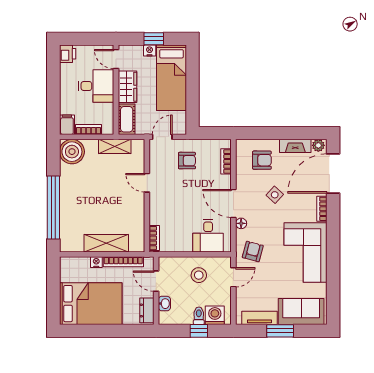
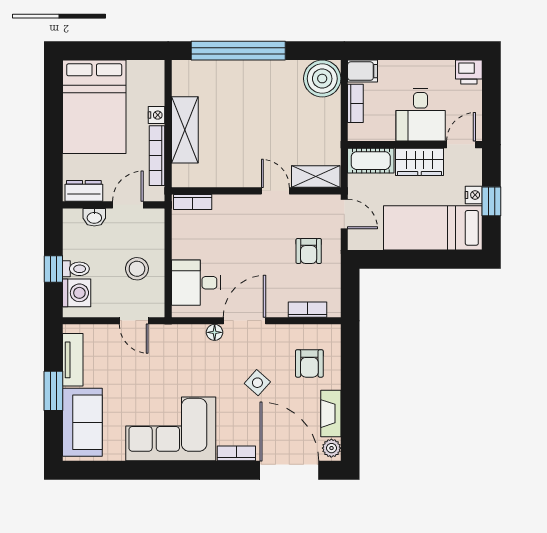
shelving: (115, 146) -> (316, 177), moved, turned 90
door: (147, 183) -> (275, 191), hinge flipped
armchair: (253, 251) -> (172, 350), removed

